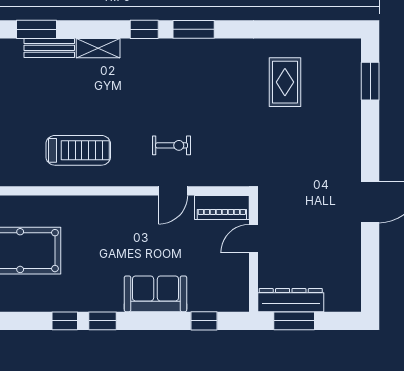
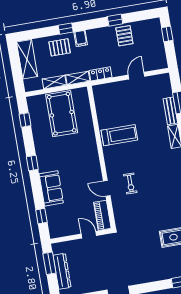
treadmill: (78, 150) -> (119, 135), turned -90
dresser: (291, 300) -> (62, 271), moved
window: (65, 321) -> (25, 120), moved

